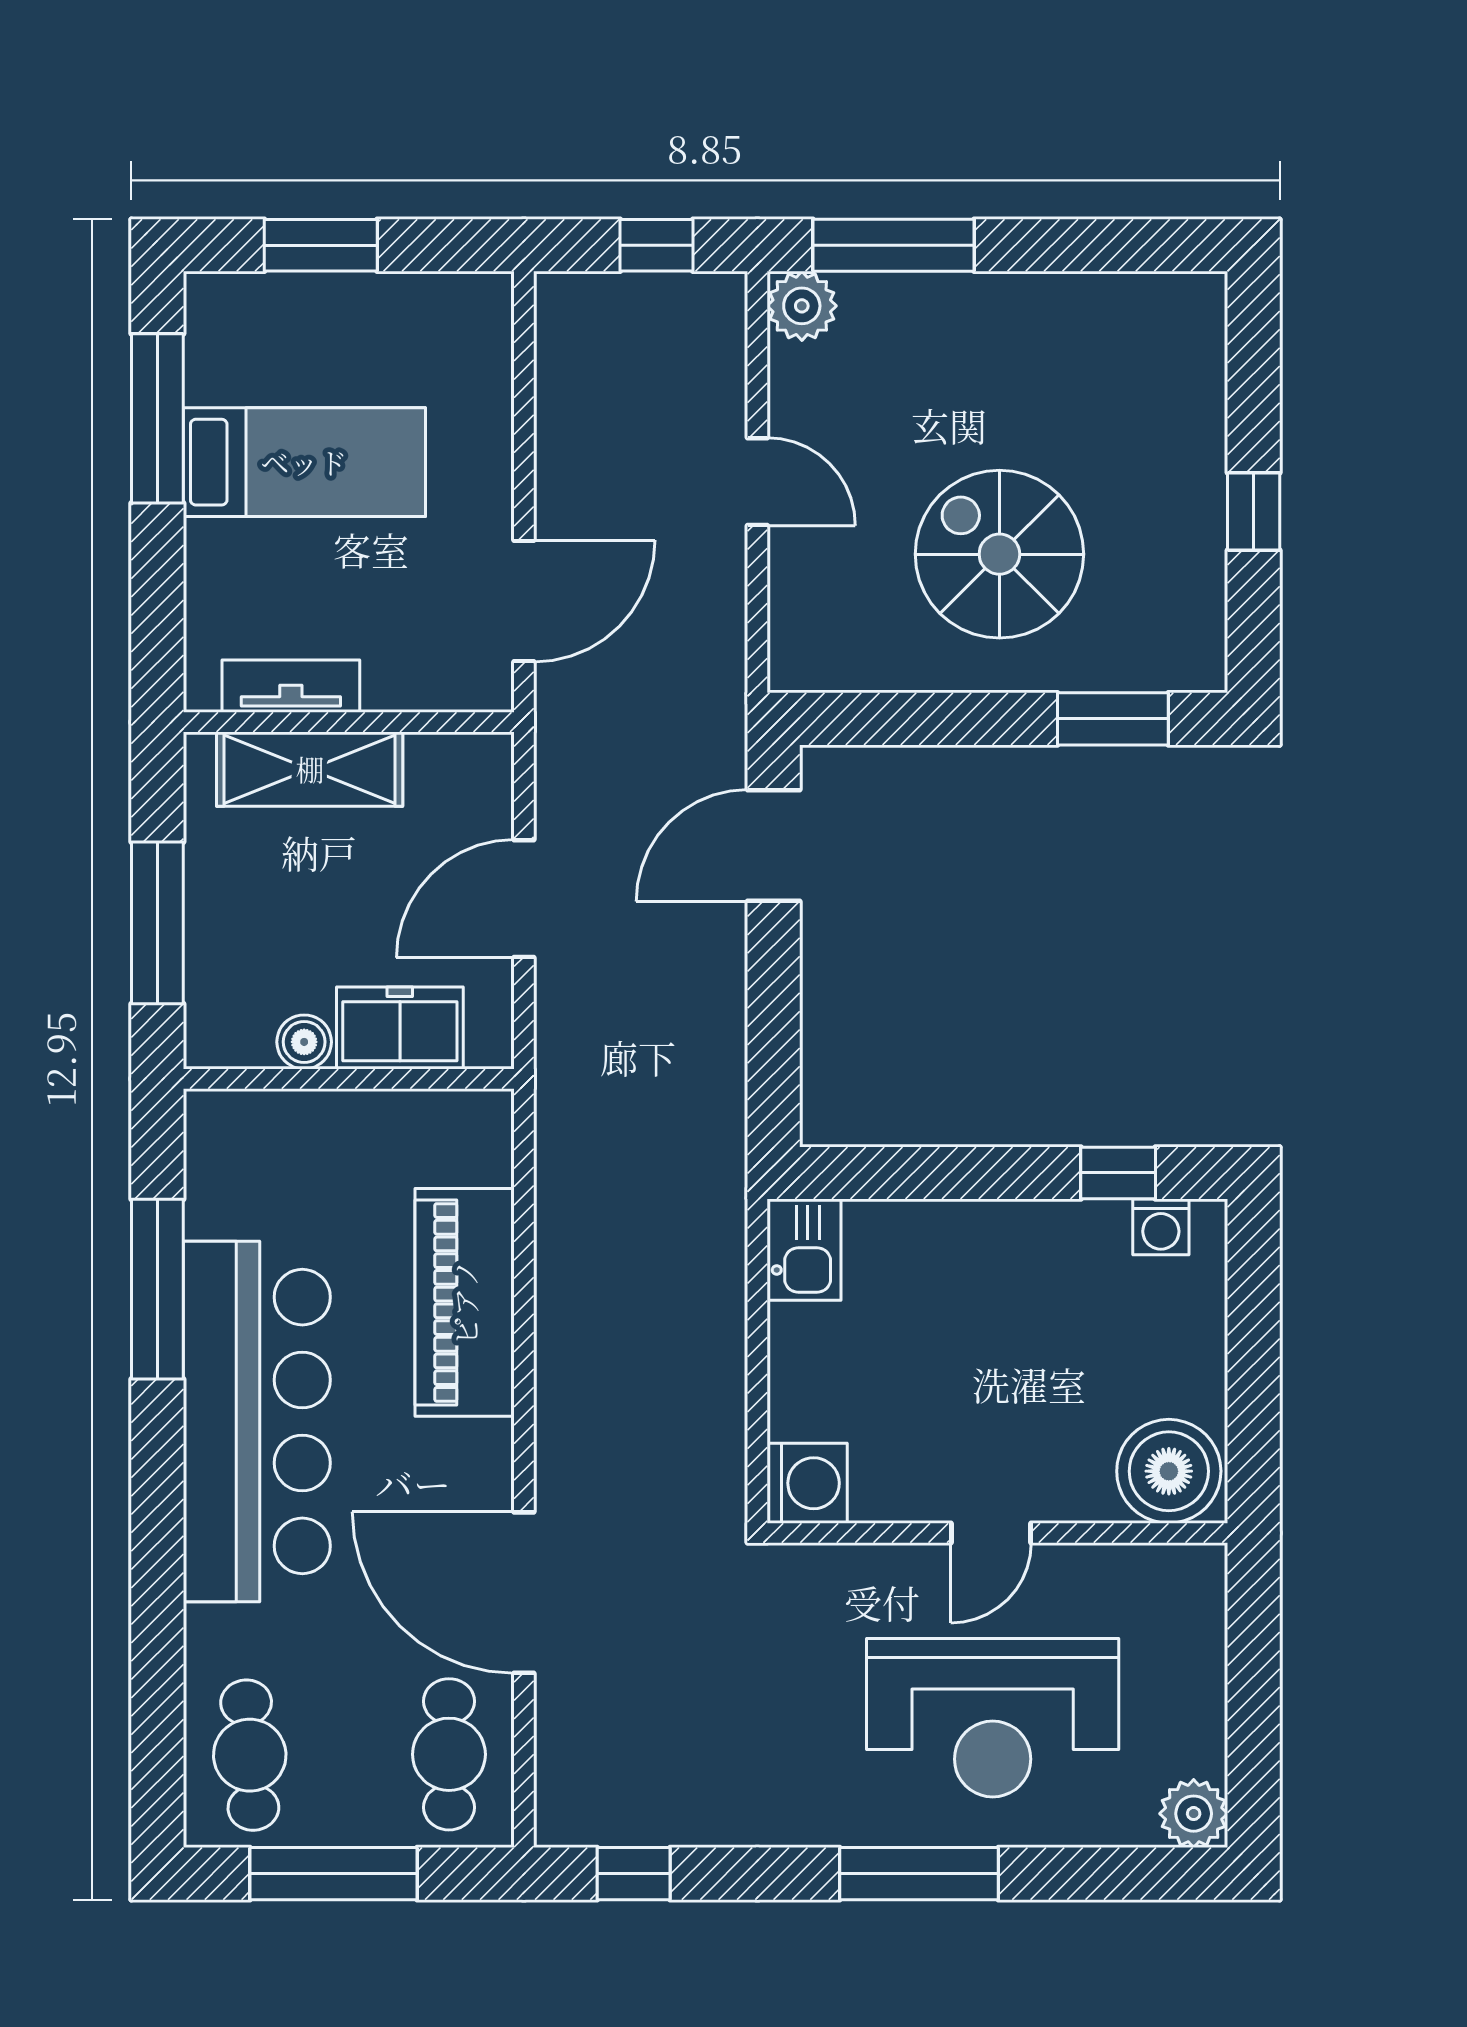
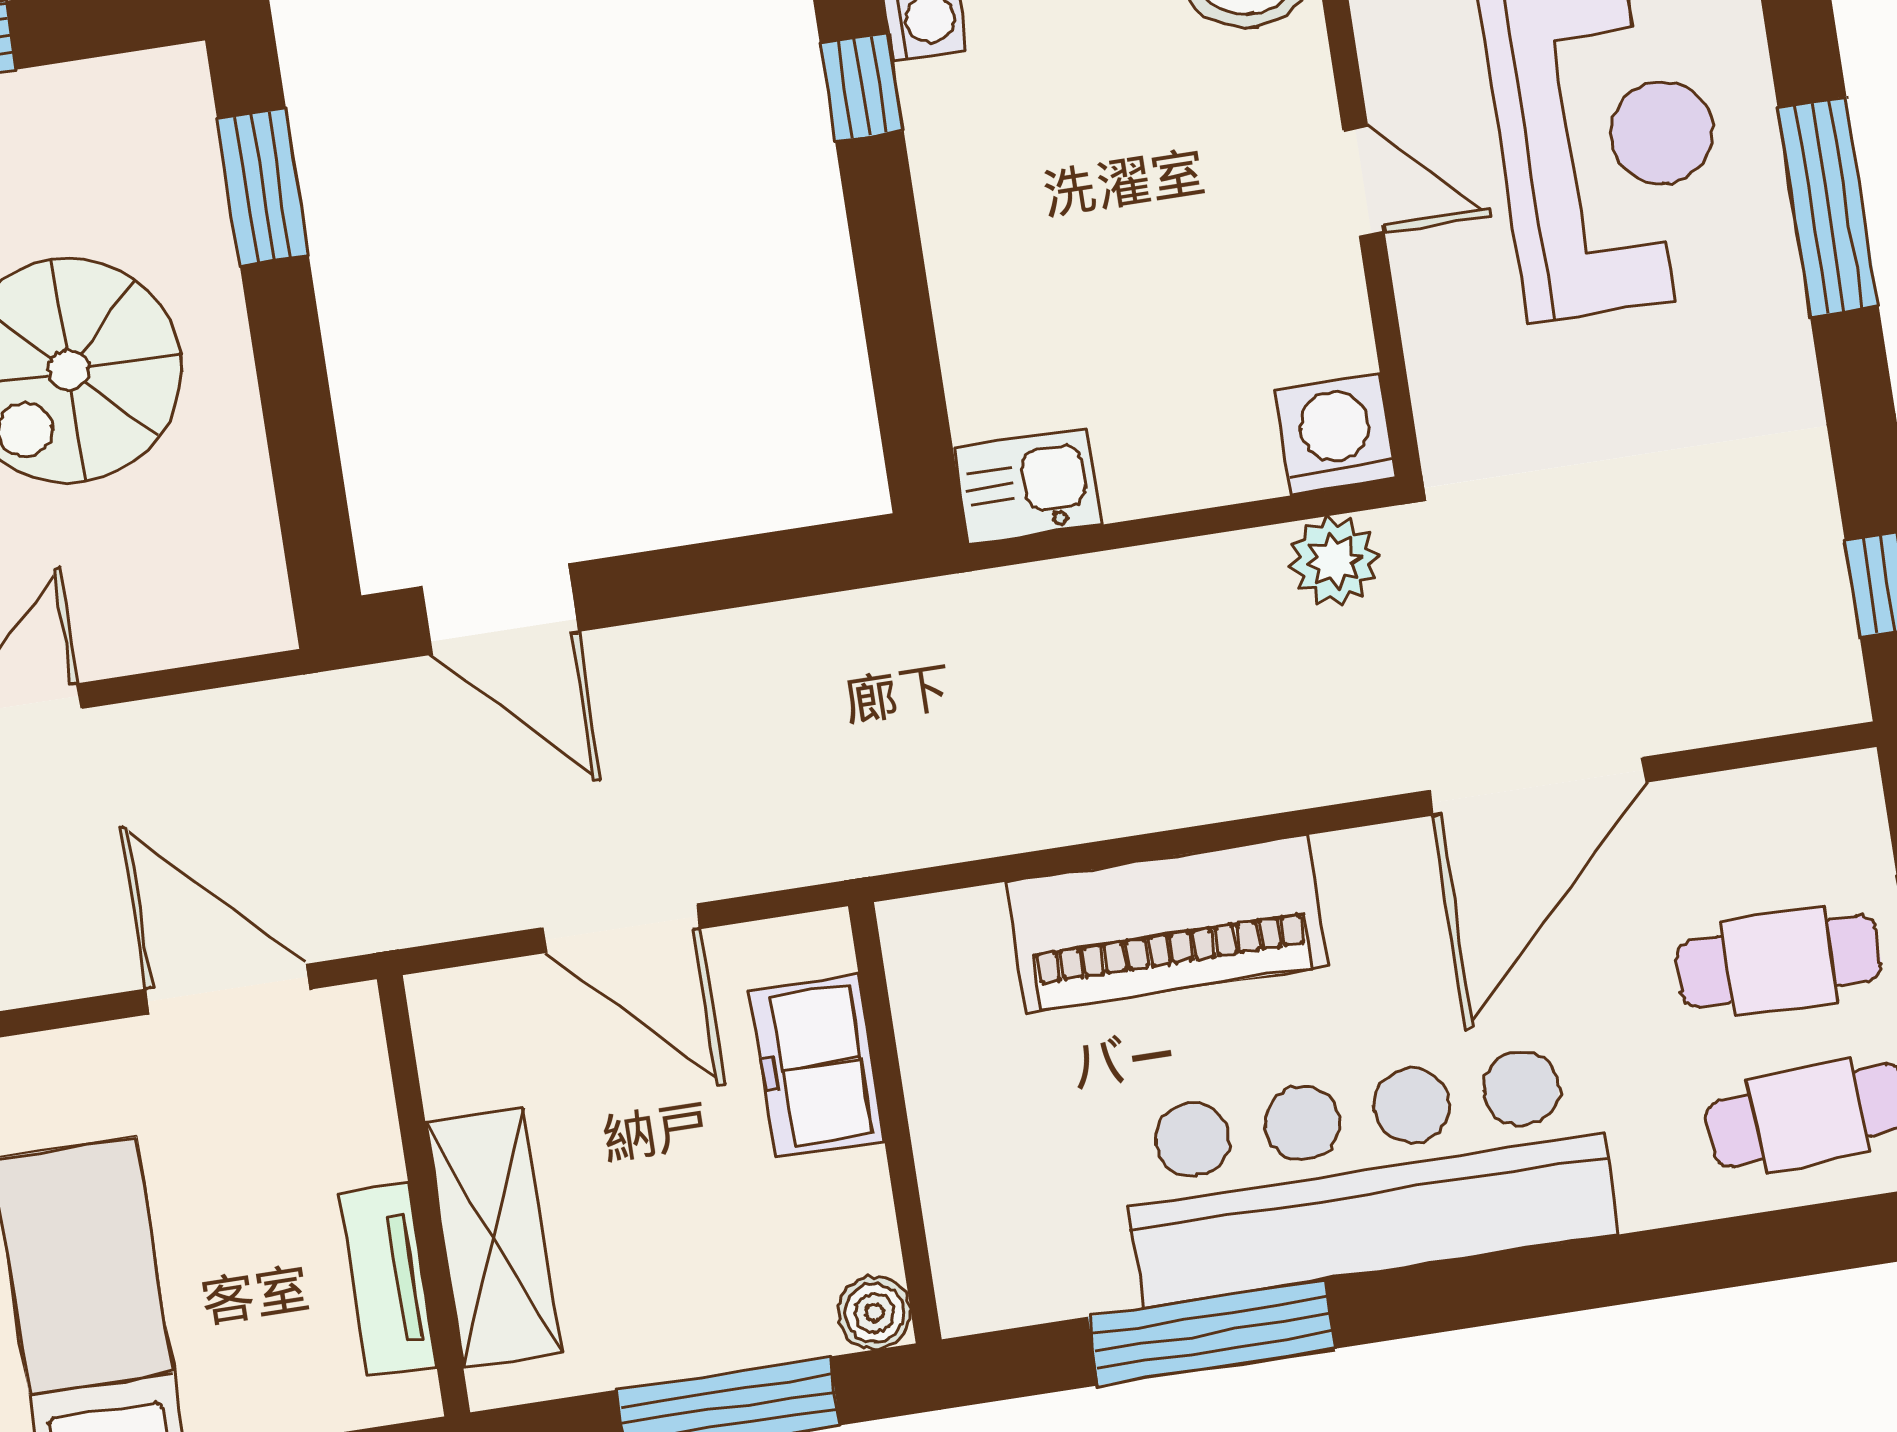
boiler: (304, 1042) -> (874, 1313), moved
plant: (714, 1468) -> (1334, 561), added
cafe table: (449, 1754) -> (1778, 961), moved

